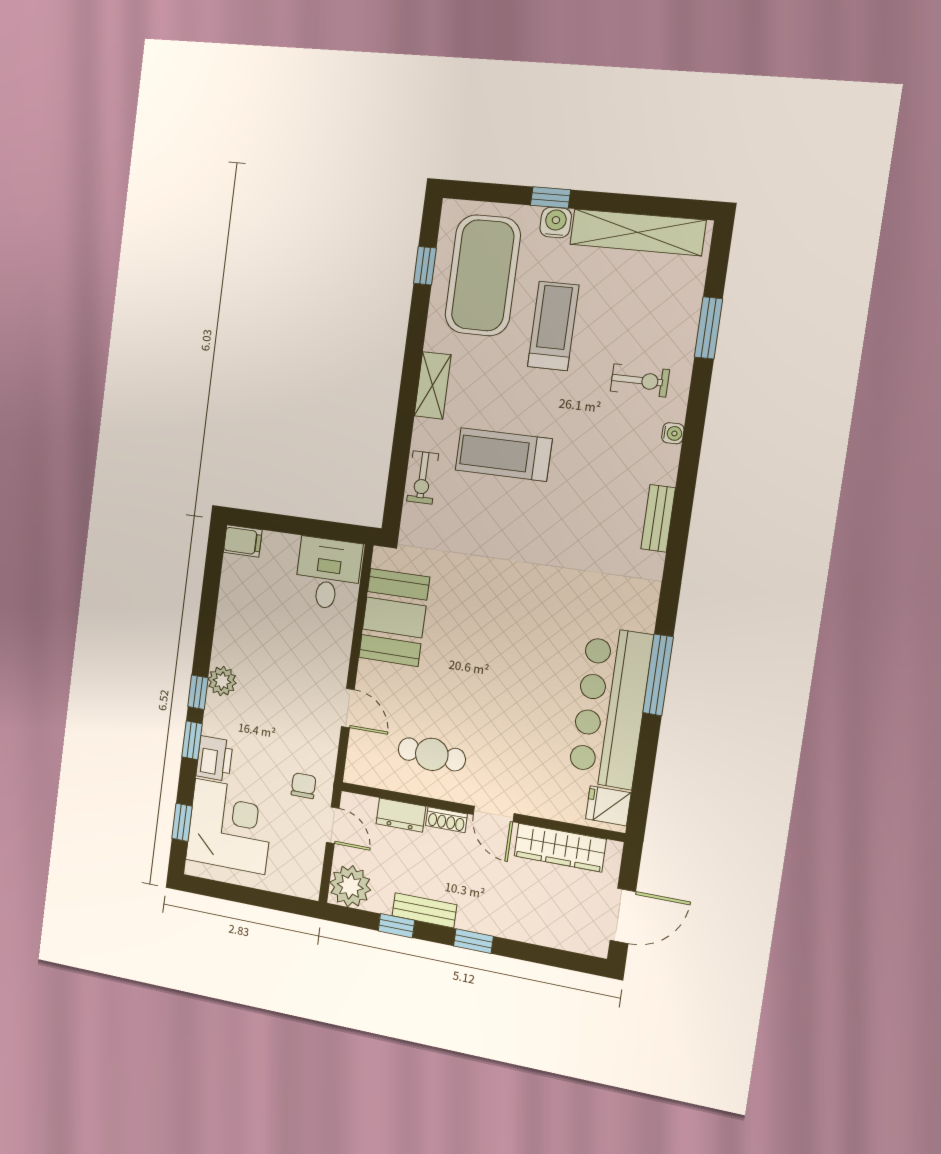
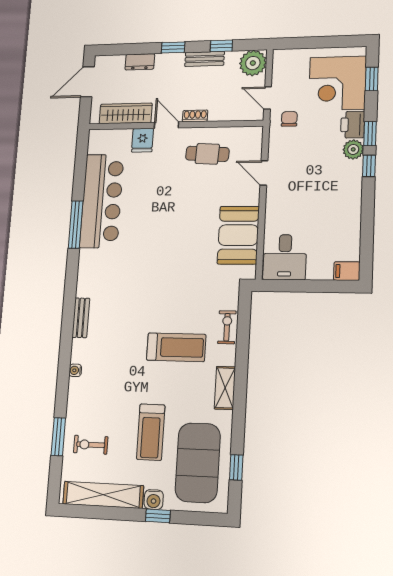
exercise bike: (640, 380) -> (91, 445), moved
plant: (222, 681) -> (353, 149), moved
chair: (304, 786) -> (289, 119), turned 180
fridge: (608, 806) -> (142, 140), moved, turned 90
dresser: (401, 815) -> (140, 62), moved, turned 180

